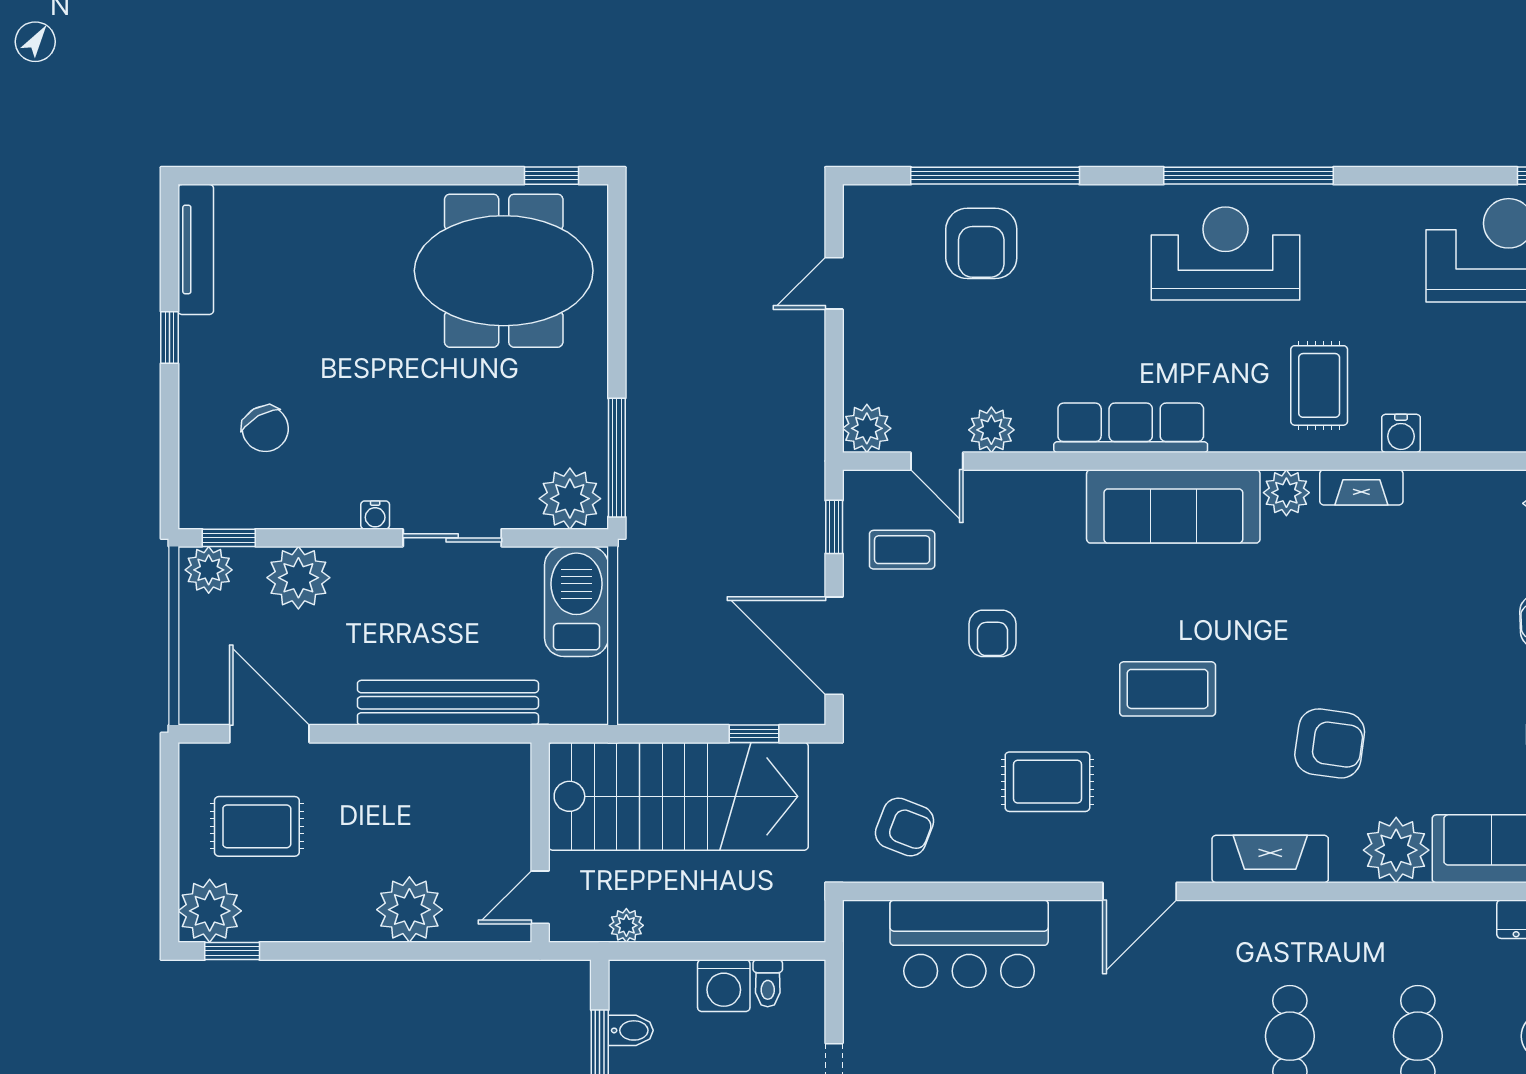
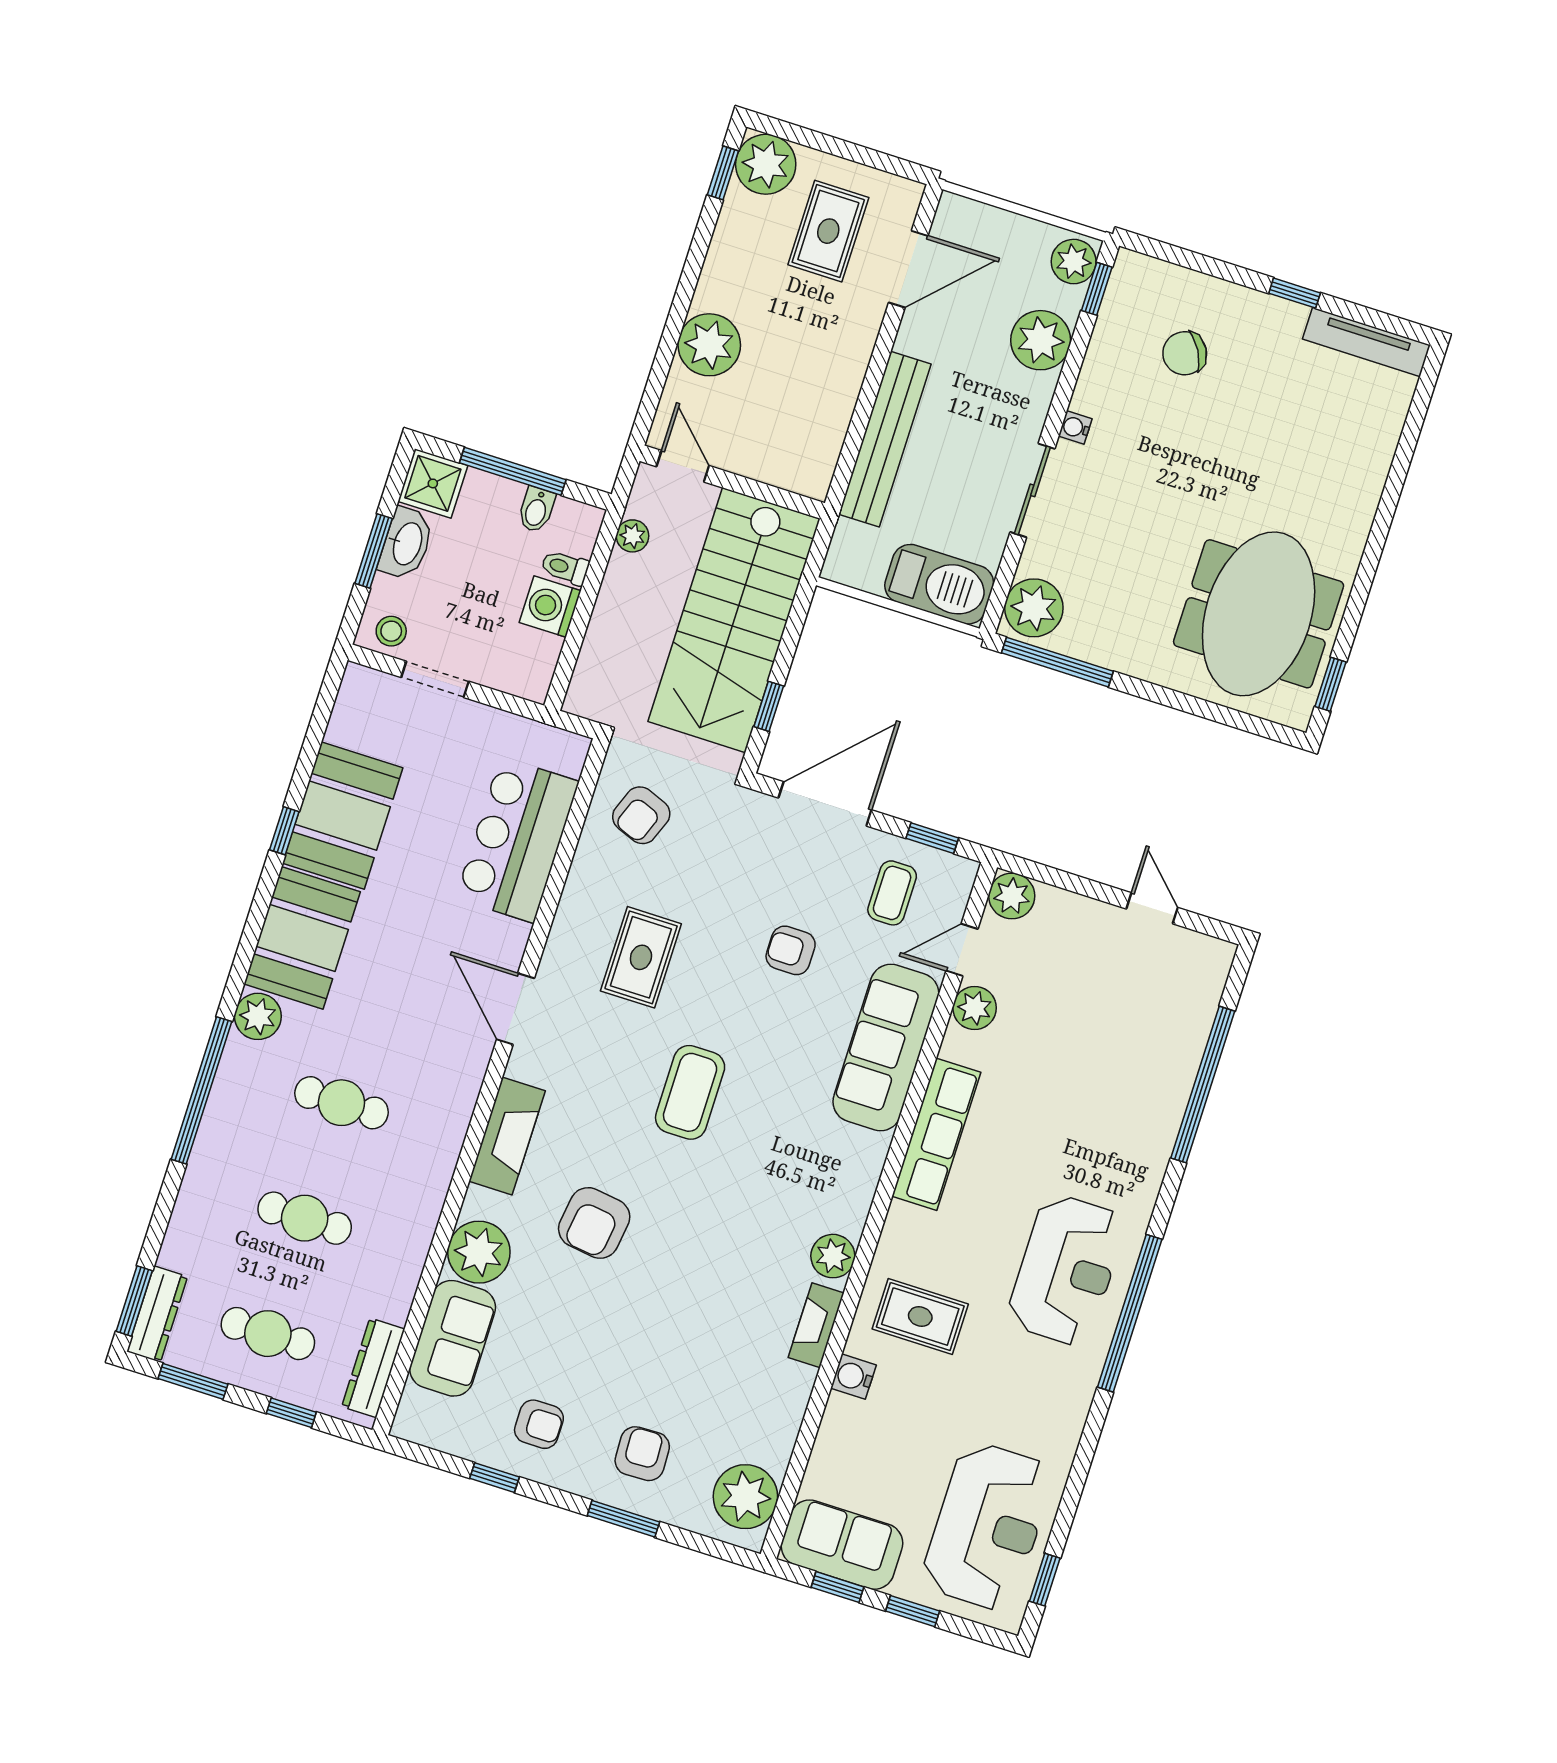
armchair: (981, 243) -> (1146, 1053), removed
sofa: (1173, 506) -> (886, 1047), moved
toilet: (768, 983) -> (565, 567), moved

